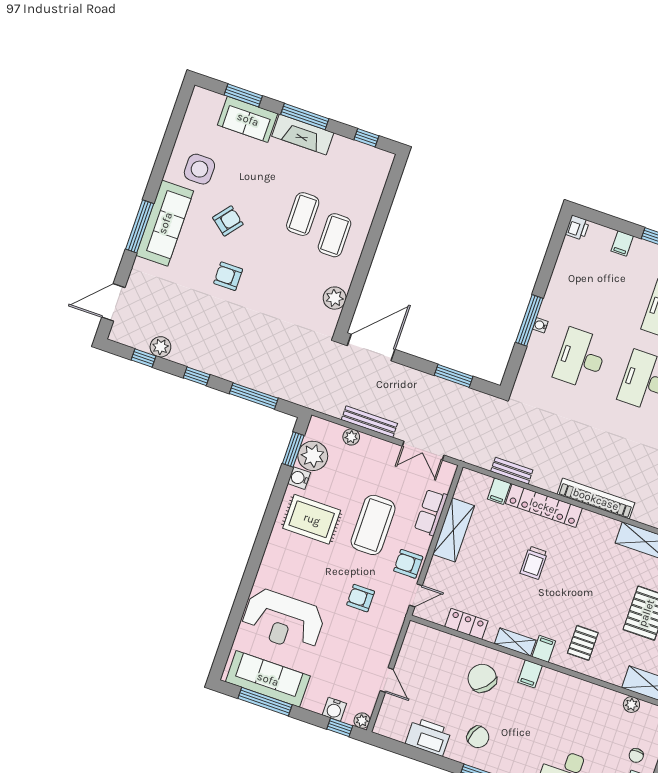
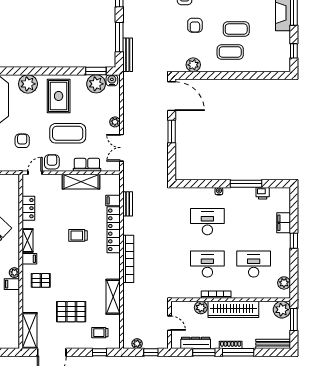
printer: (577, 228) -> (263, 193), moved
filing cabinet: (622, 243) -> (284, 223), width x2.00
armchair: (275, 275) -> (195, 25), added
window: (529, 320) -> (246, 184), moved
window: (454, 376) -> (172, 132), moved
bench: (369, 422) -> (128, 55), moved
plant: (351, 437) -> (115, 122), moved
water cooler: (299, 478) -> (112, 80), moved
plant: (277, 560) -> (28, 84), added
door: (416, 595) -> (35, 173), swing flipped
filing cabinet: (530, 674) -> (12, 284), moved
plant: (631, 705) -> (14, 273), moved

